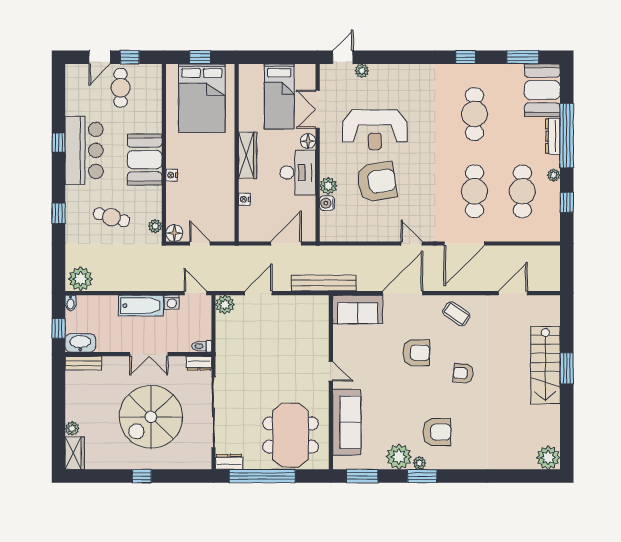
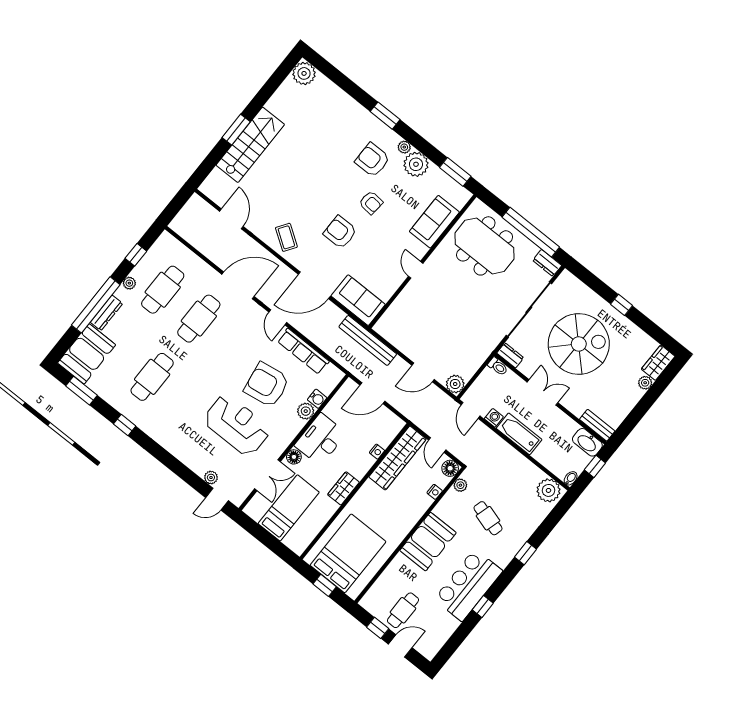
wardrobe: (248, 155) -> (343, 488), width x0.67
nightstand: (172, 175) -> (435, 492), moved
wardrobe: (224, 207) -> (398, 458), added
row of seats: (369, 233) -> (303, 351), added
door: (513, 293) -> (231, 219), swing flipped
armchair: (463, 373) -> (371, 203), moved
sofa: (347, 422) -> (434, 222), width x0.73
meeting table: (291, 435) -> (485, 246), turned 90
window: (422, 476) -> (385, 116), moved

